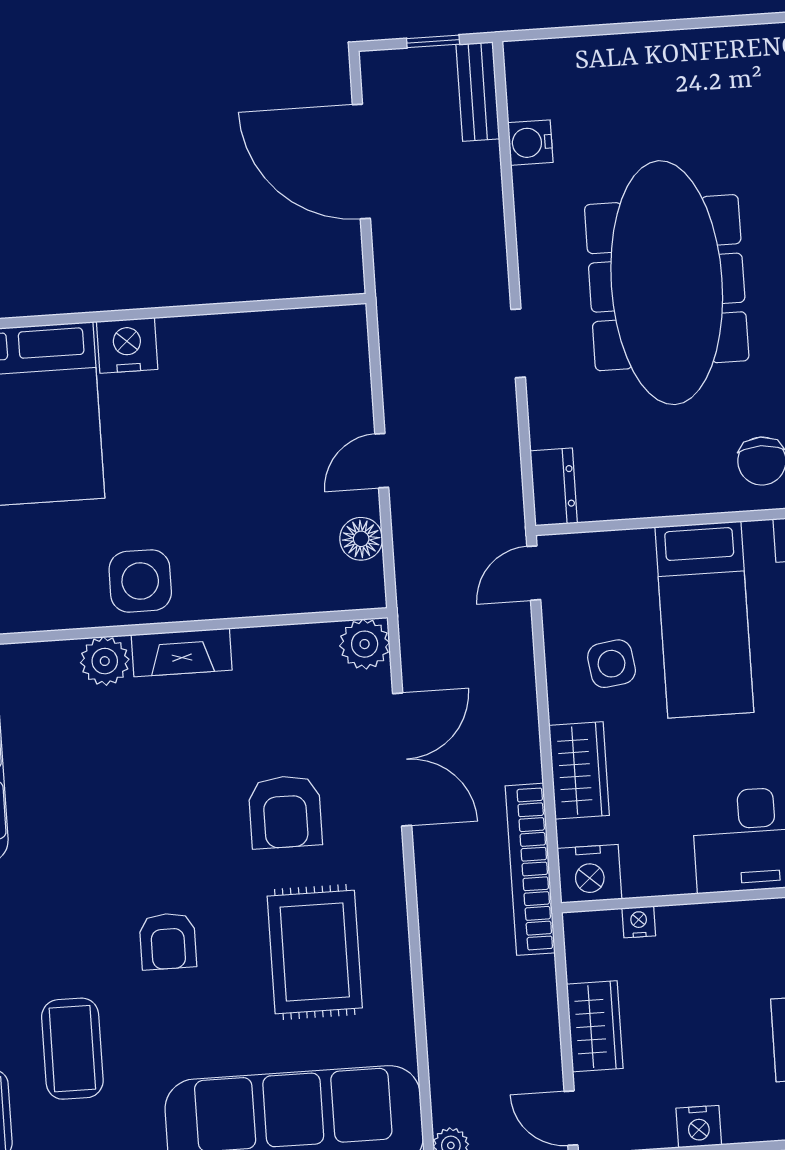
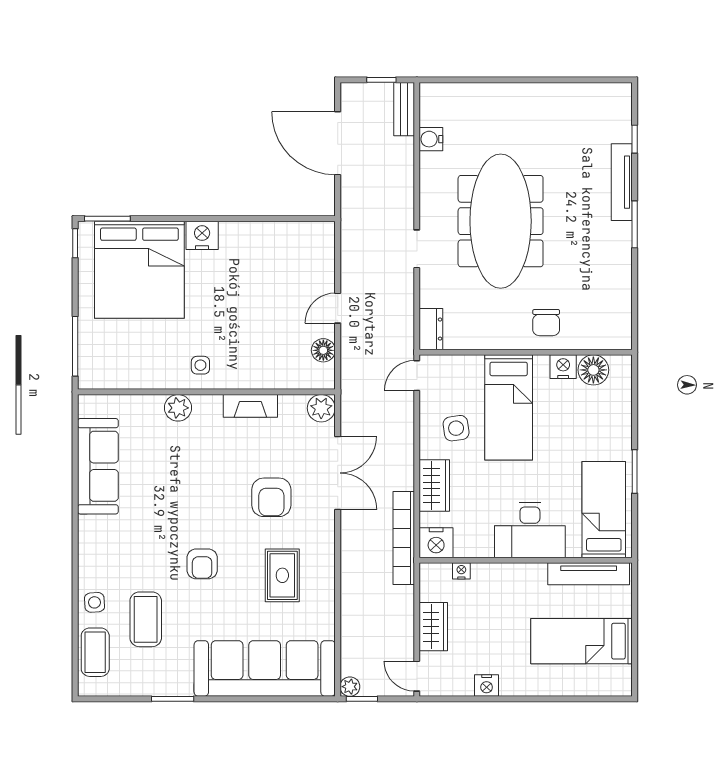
side table: (140, 581) -> (200, 365), width x0.54, depth x0.54
fireplace: (182, 652) -> (250, 406), moved
rug: (315, 952) -> (282, 575), width x0.73, depth x0.70

